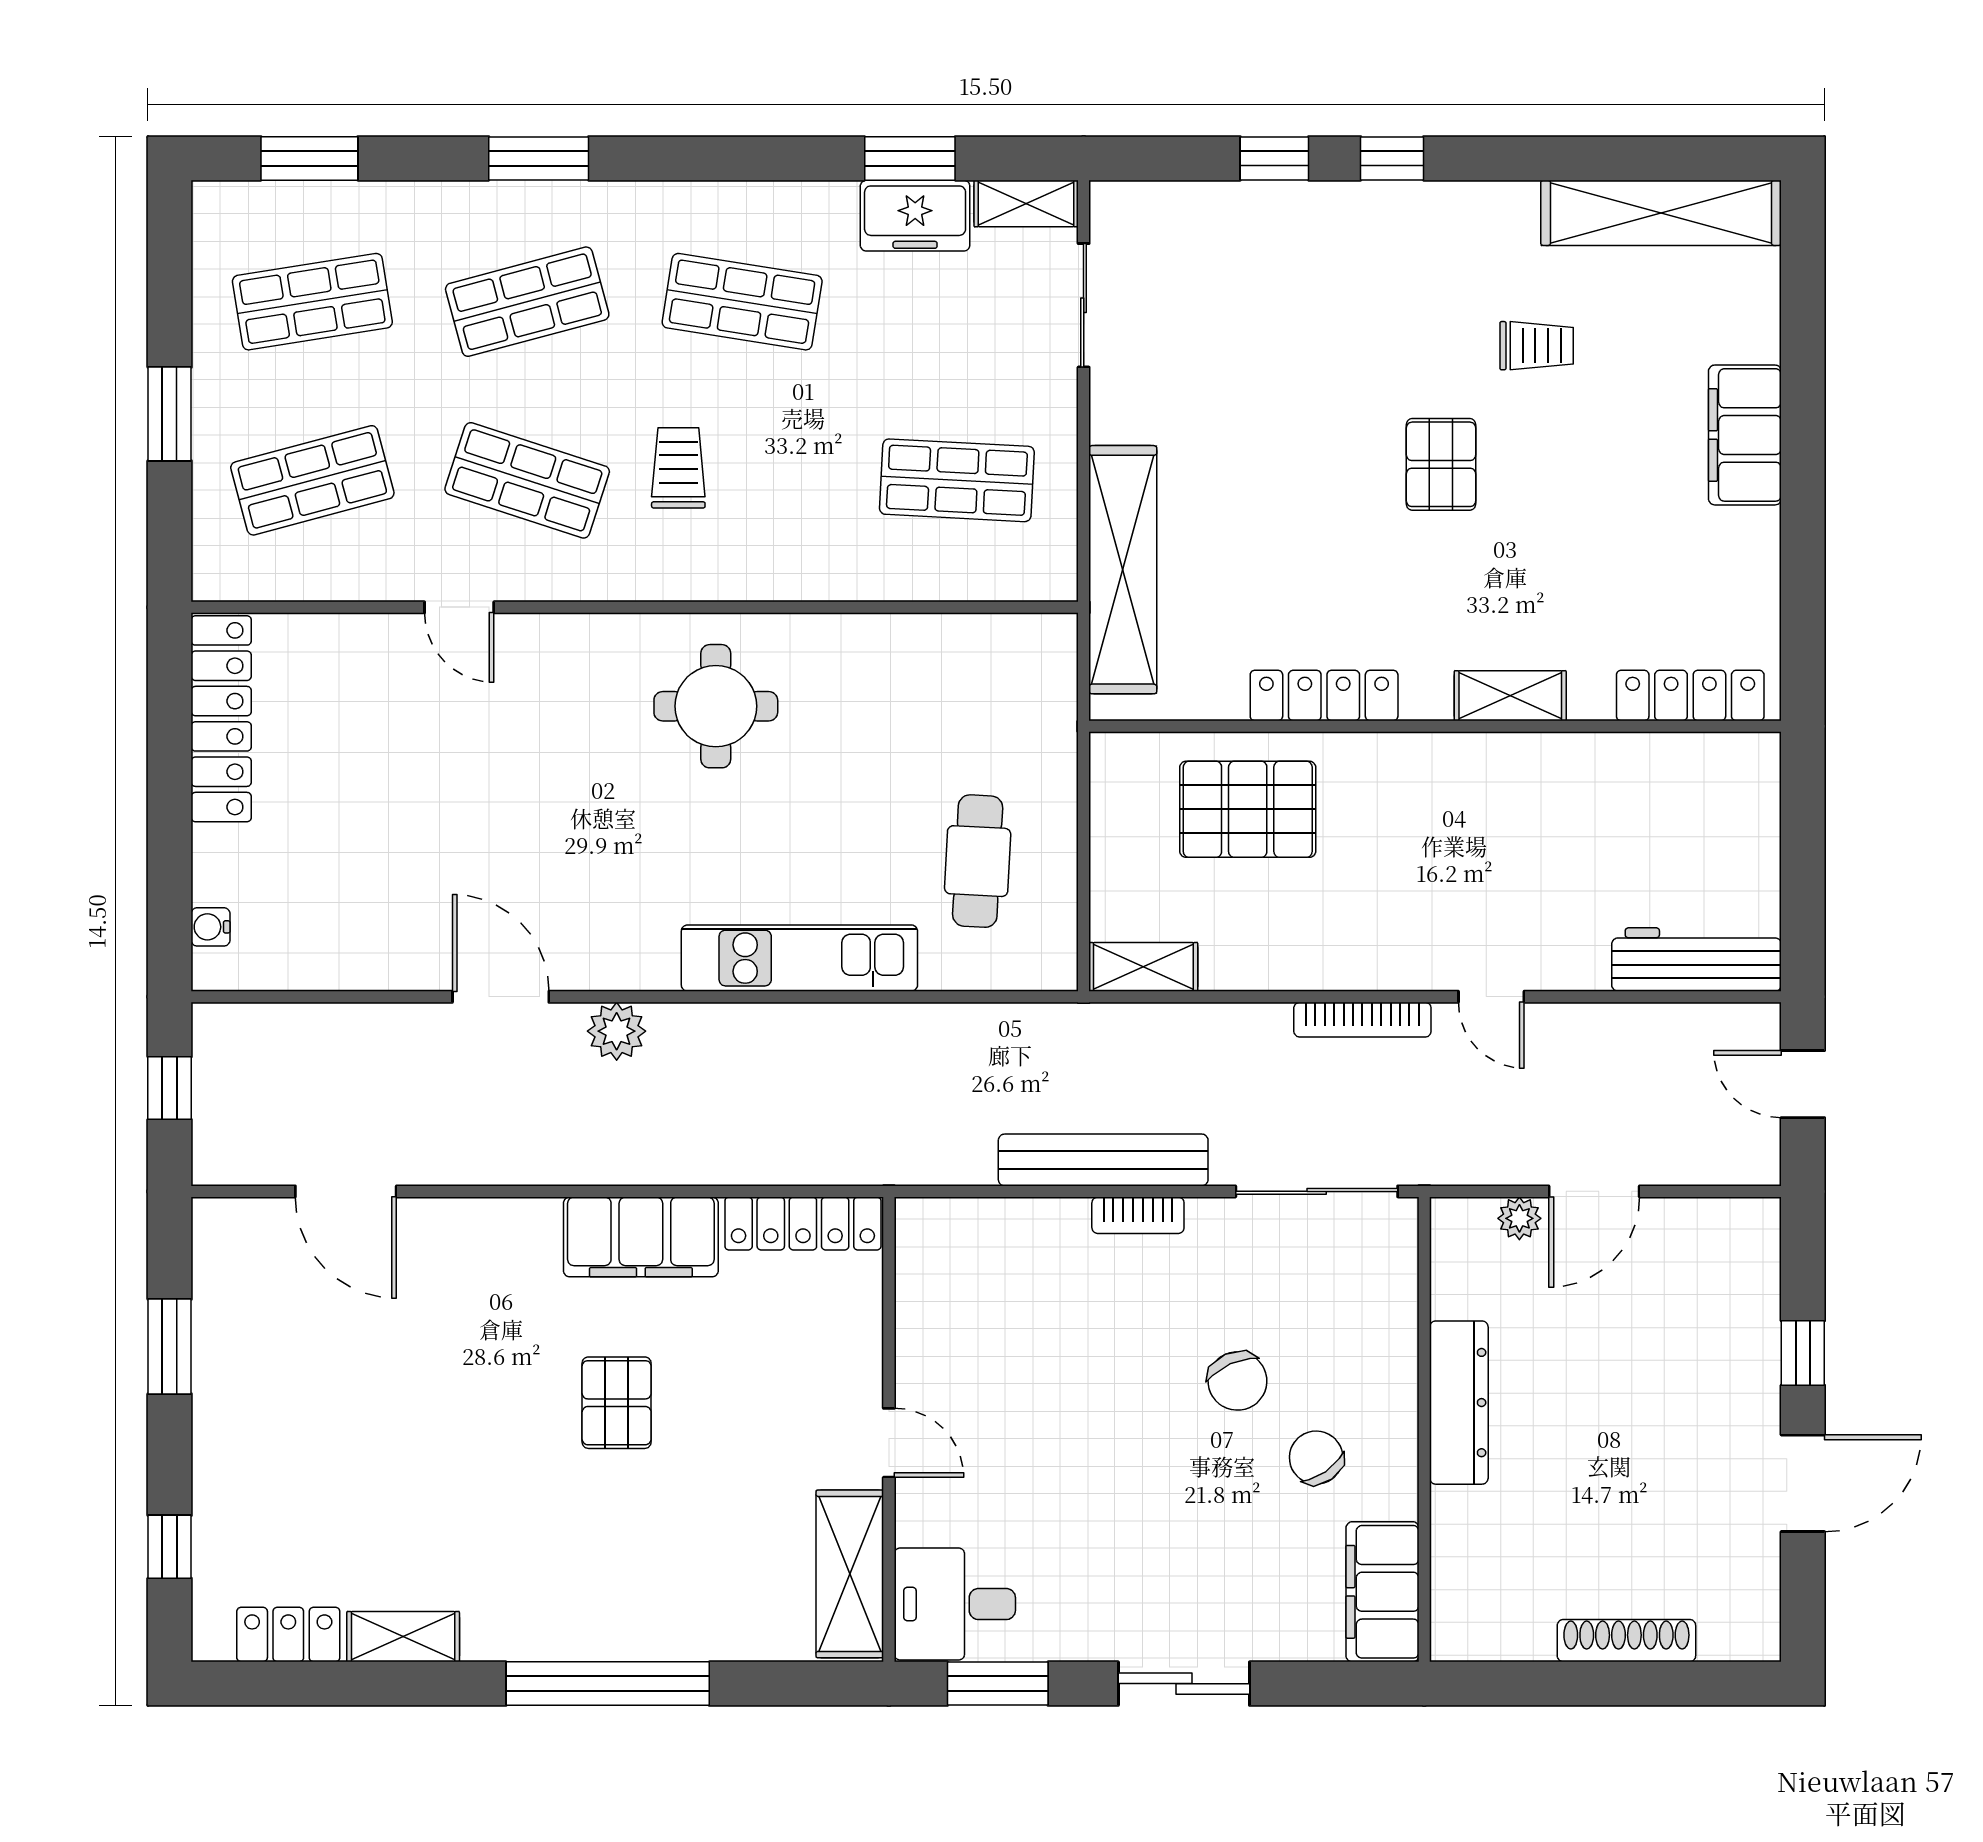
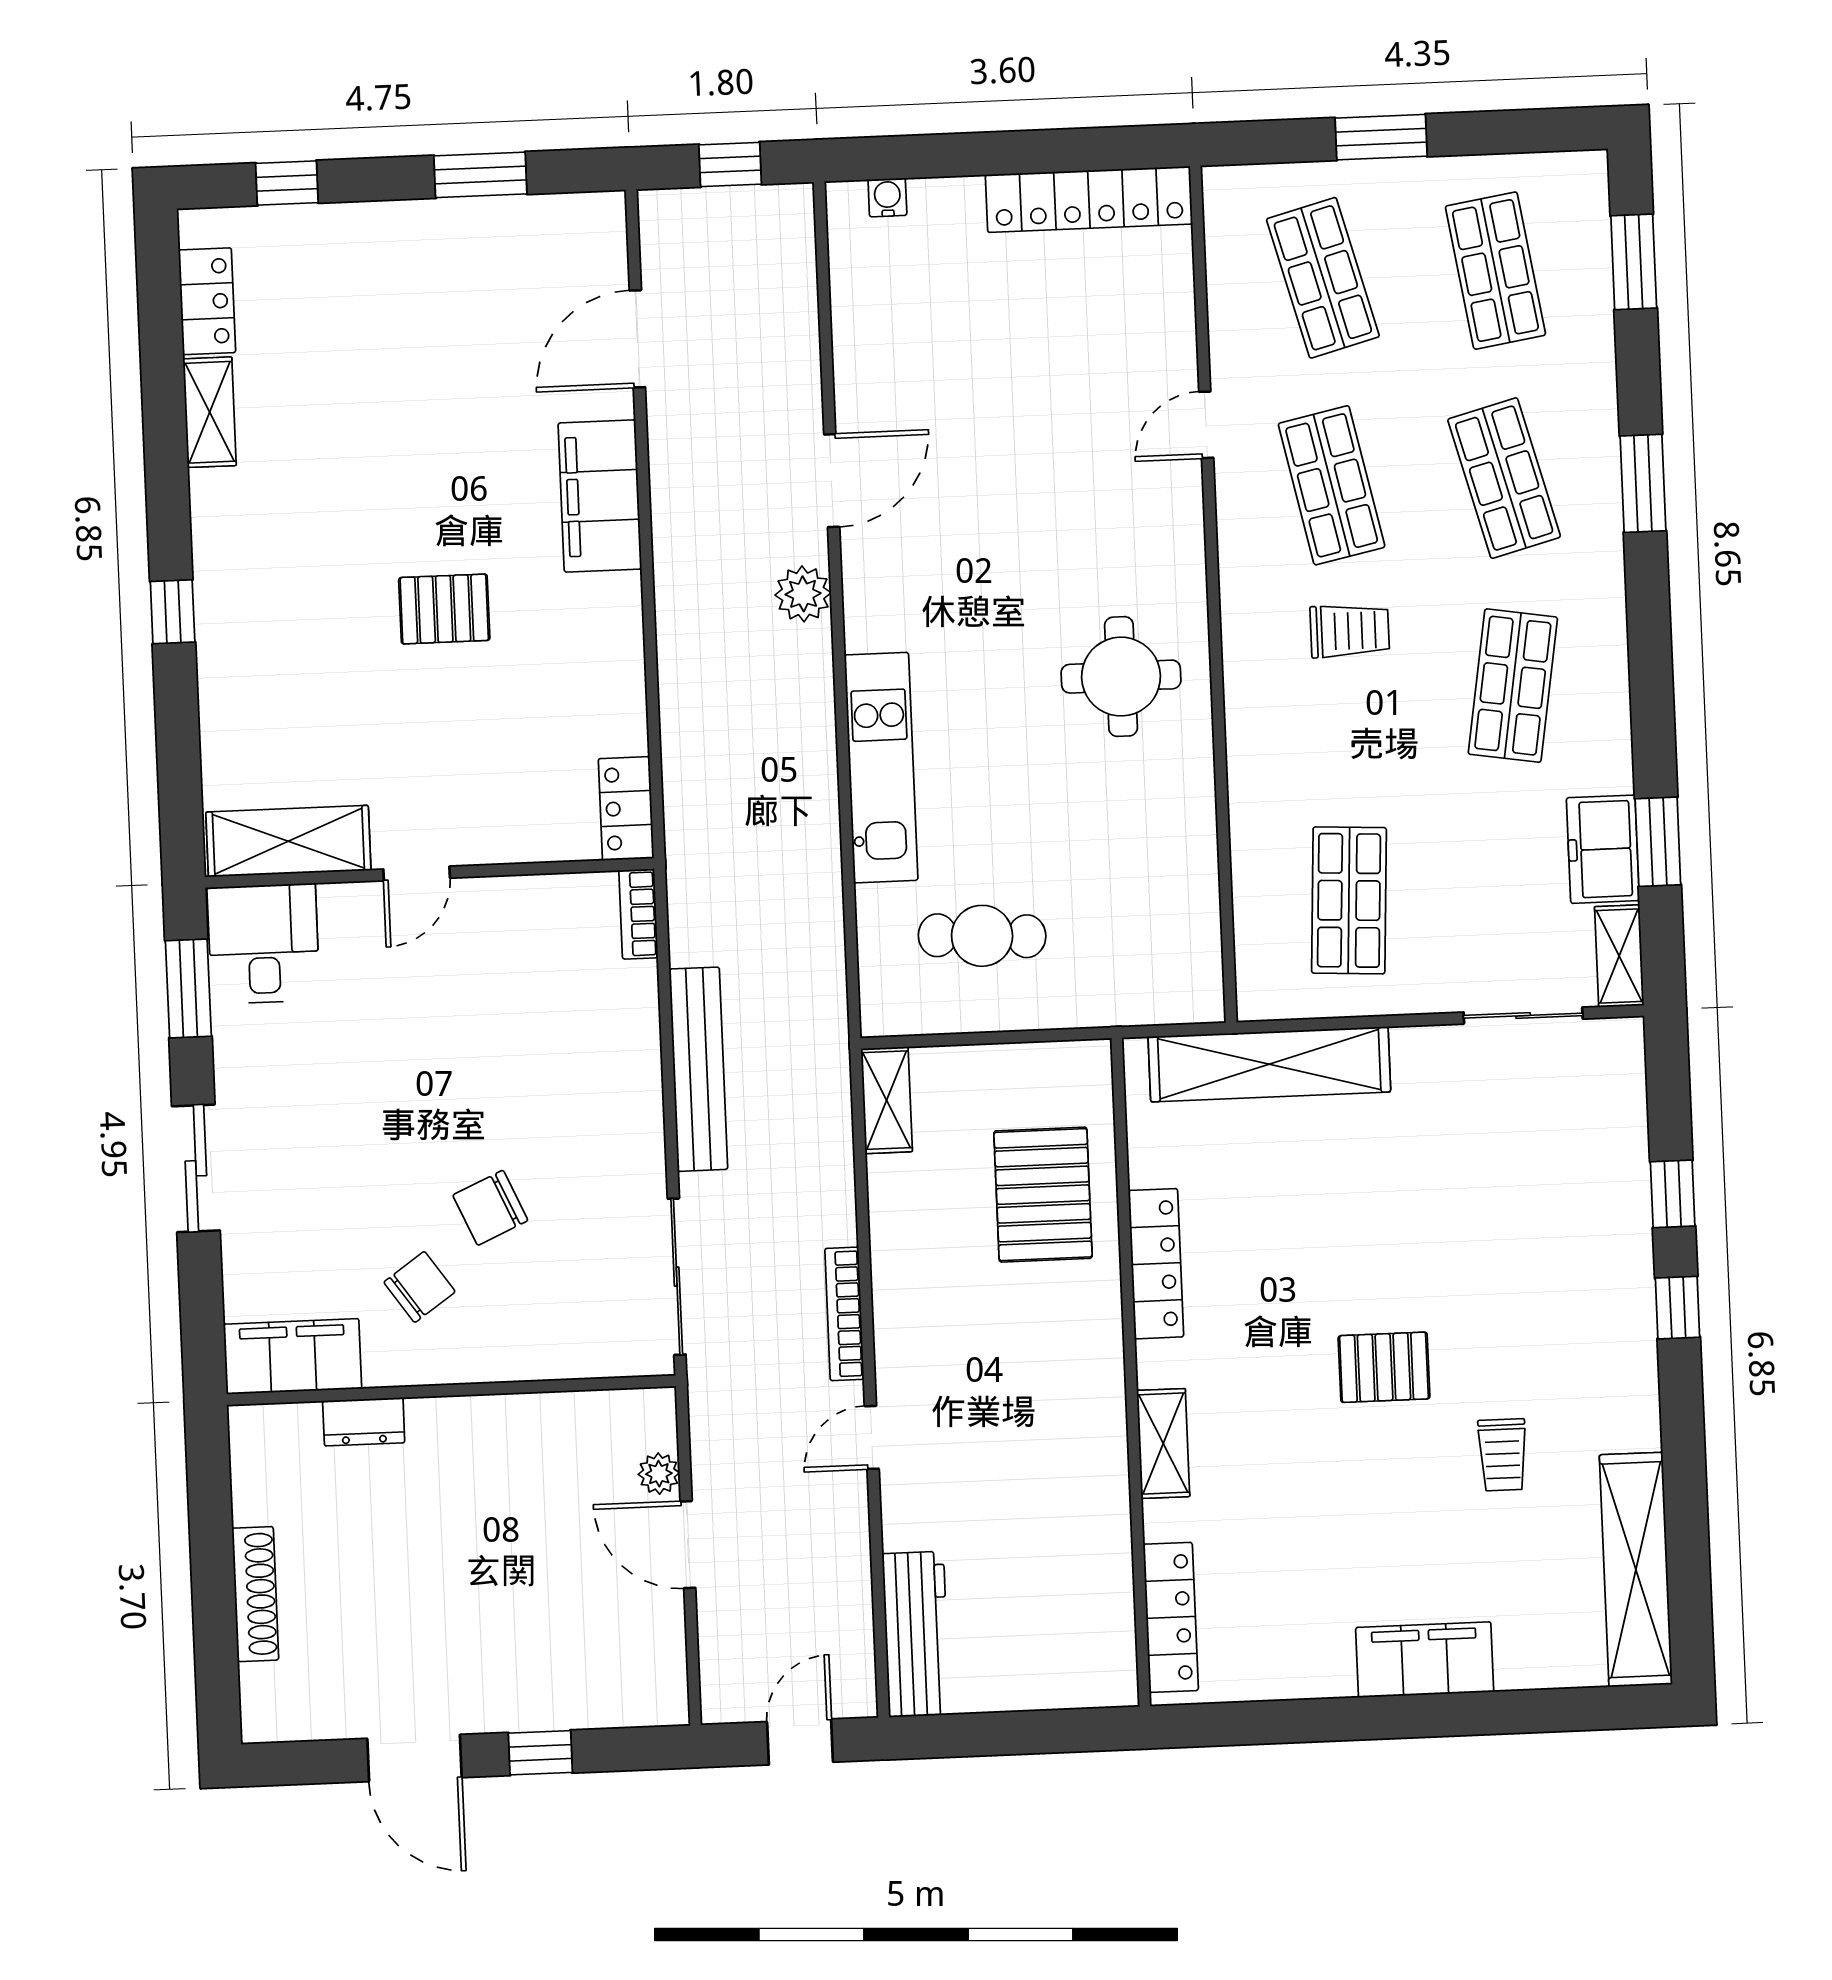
shop shelf: (527, 480) -> (1332, 485), turned -30
bookcase: (1138, 1215) -> (638, 914), moved
locker: (803, 1223) -> (626, 809), width x0.66
filing cabinet: (641, 1237) -> (600, 496), moved
dresser: (1459, 1403) -> (364, 1422), moved, width x0.51, depth x0.80
window: (608, 1684) -> (173, 612), width x0.32

